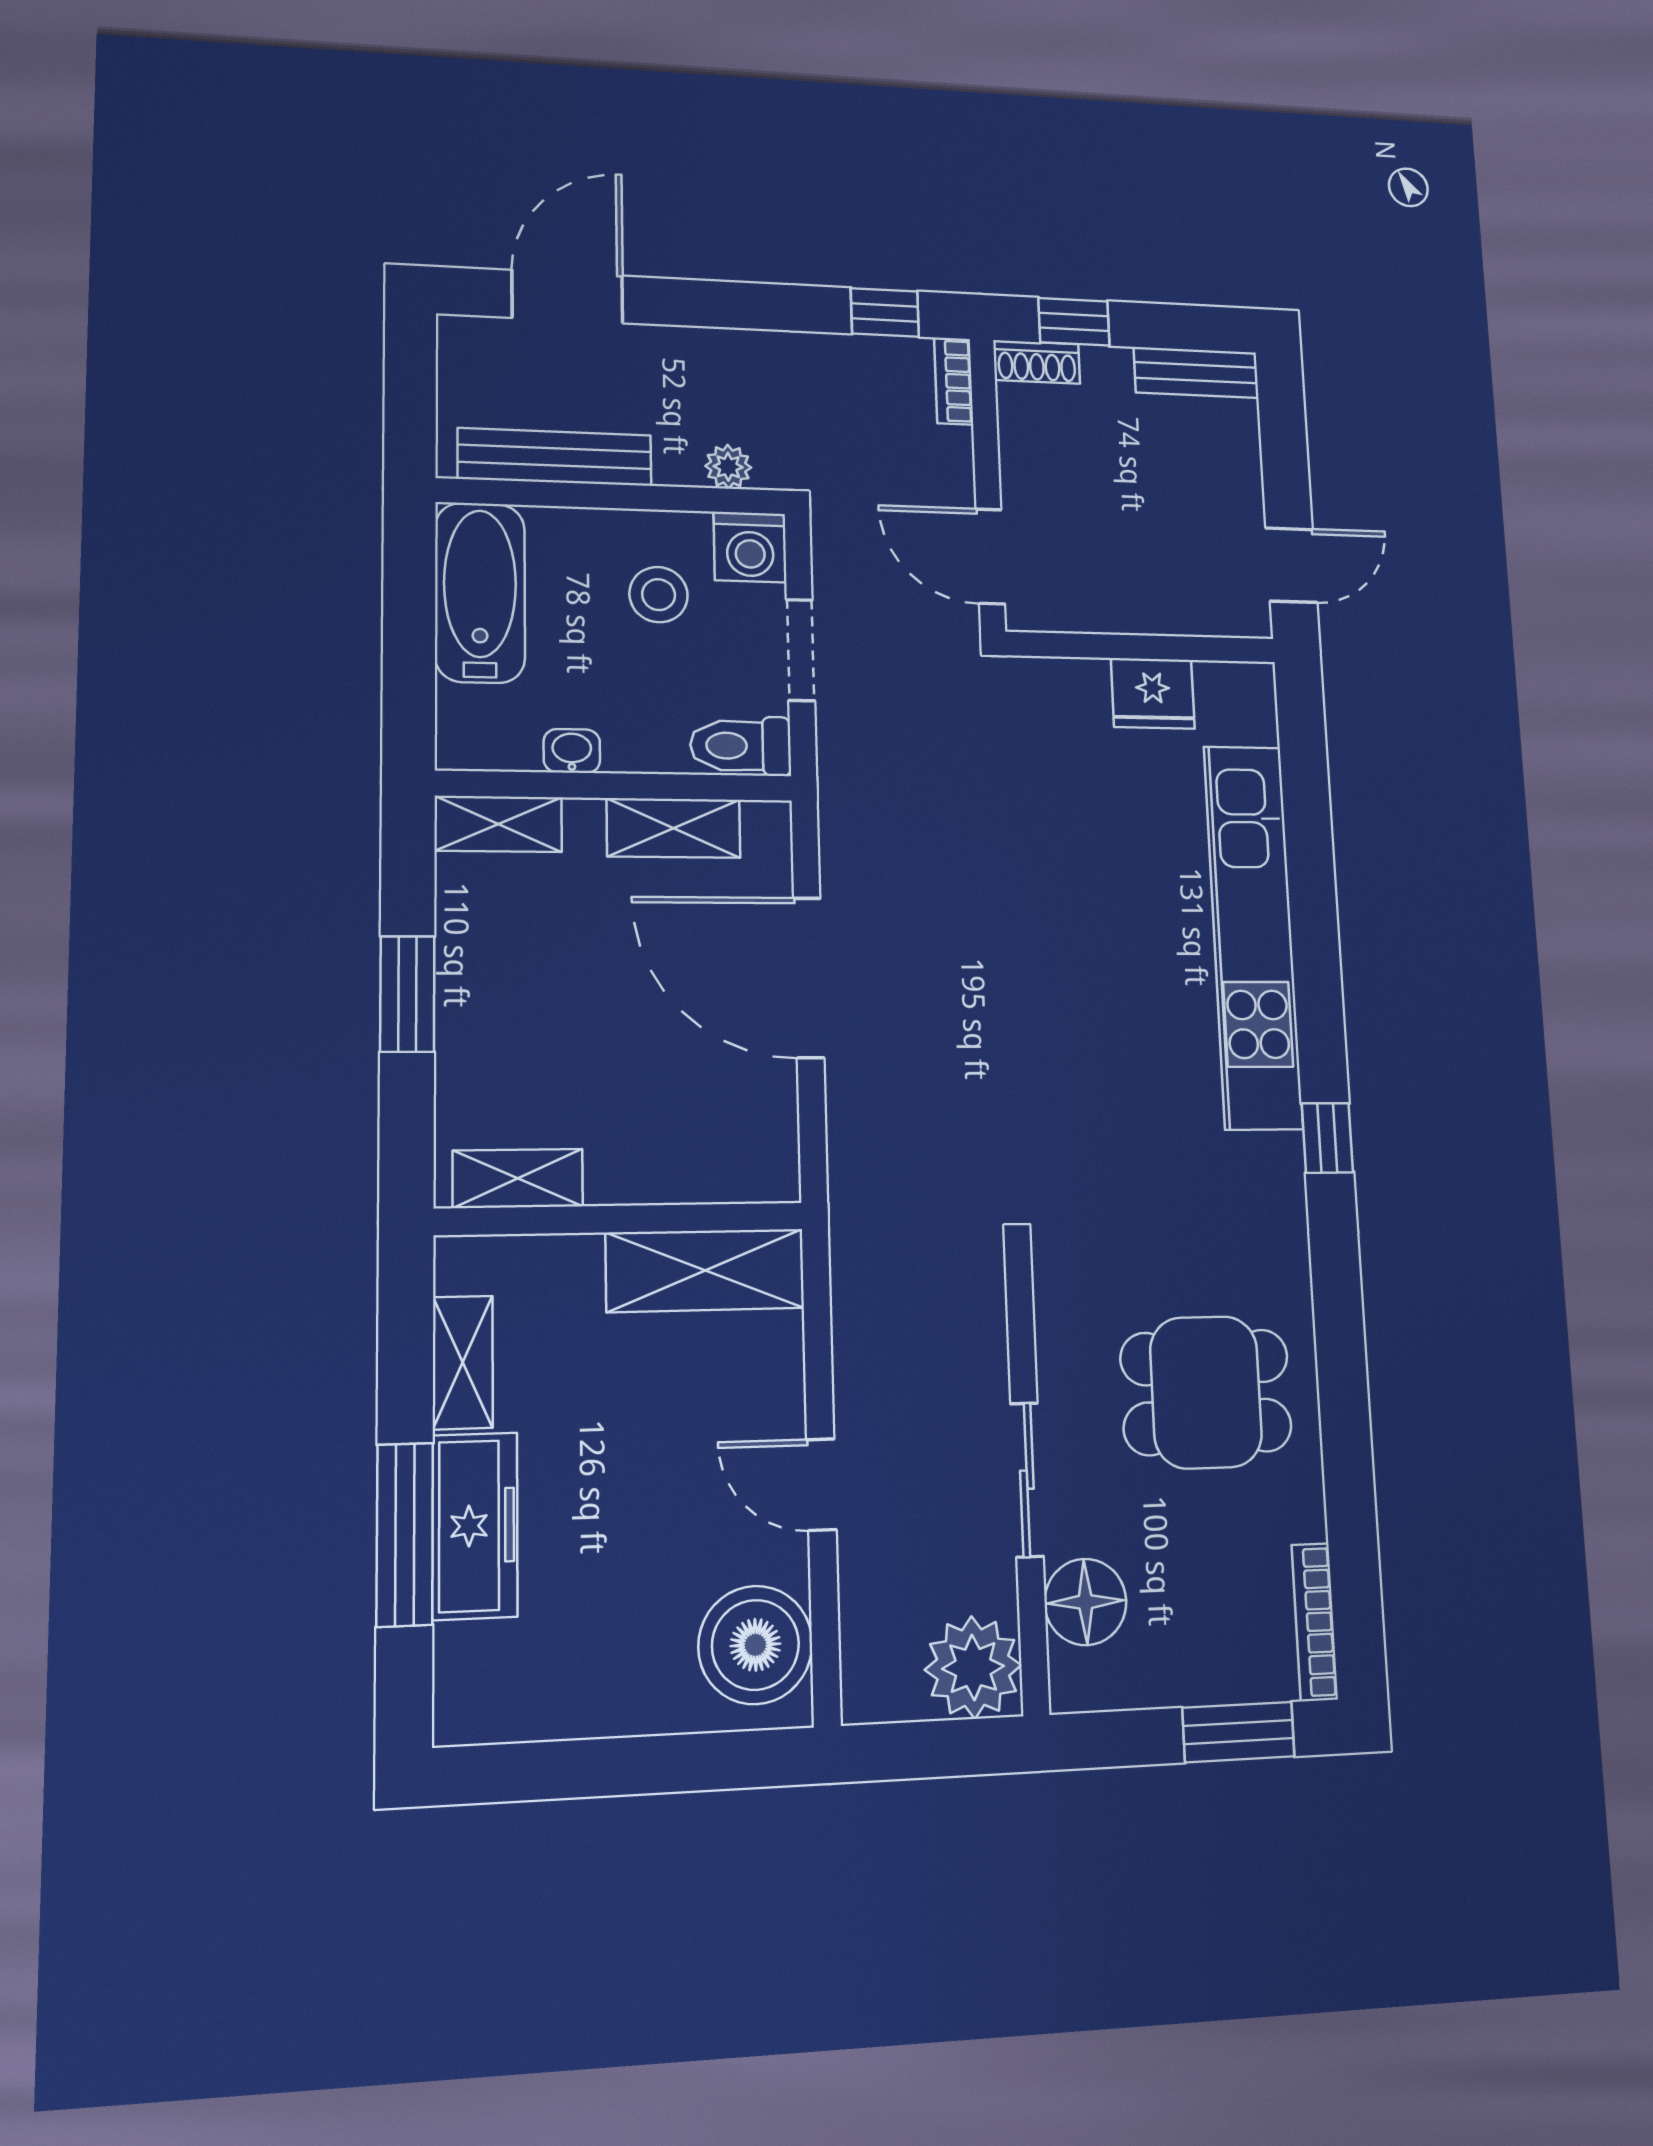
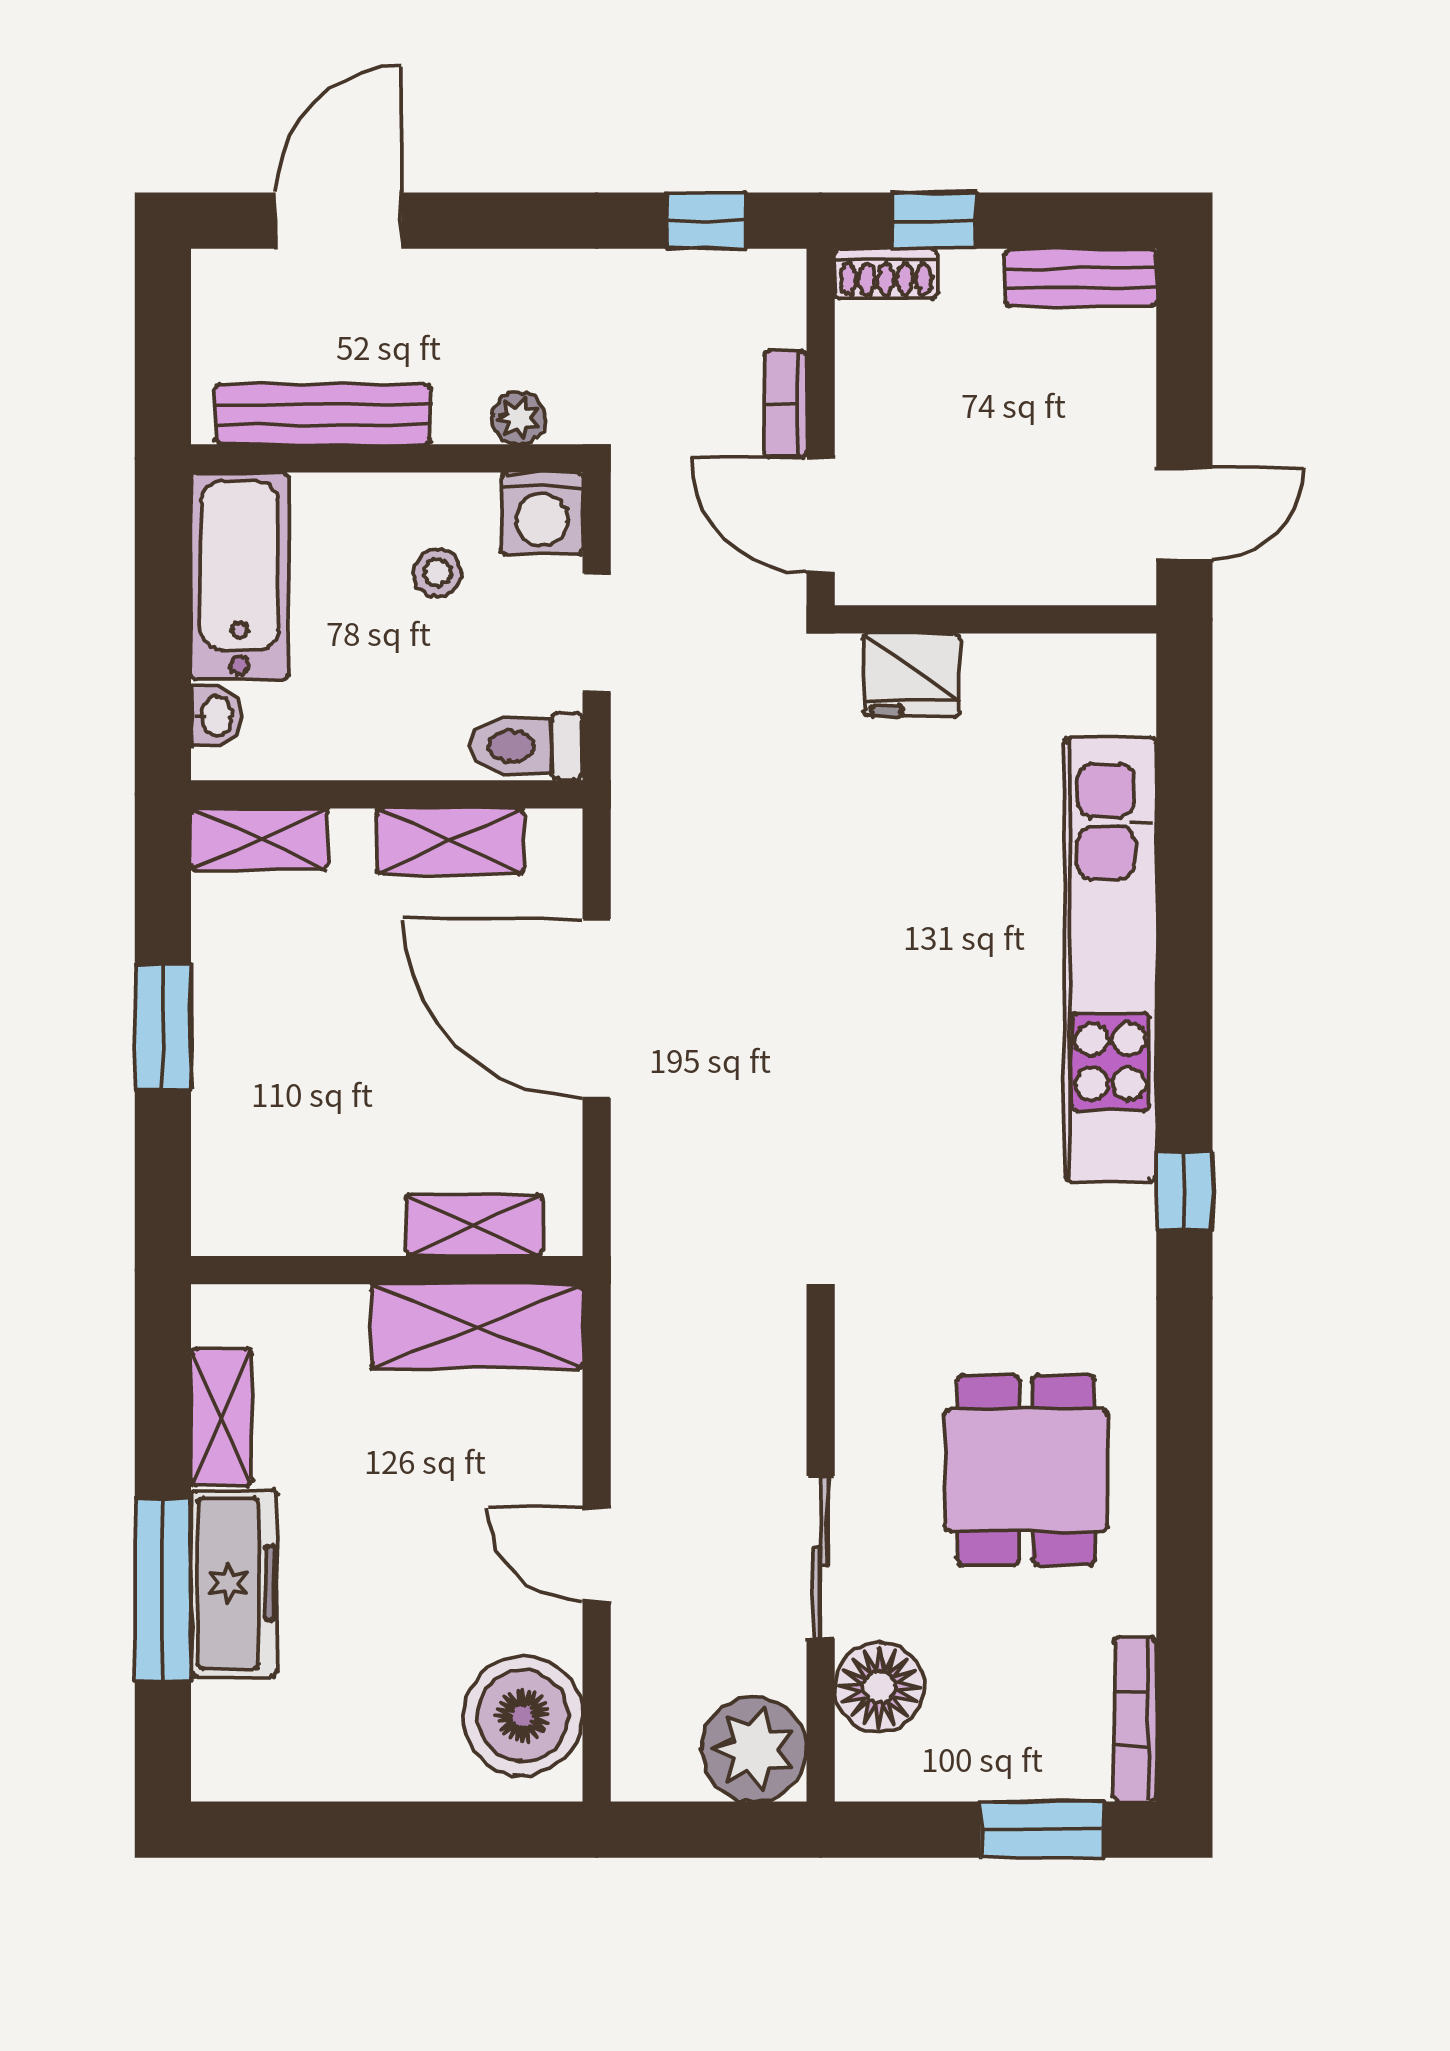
bookcase: (954, 381) -> (785, 404), moved
stool: (659, 595) -> (437, 573), width x0.73, depth x0.73
fridge: (1153, 693) -> (911, 675), moved
washbasin: (572, 751) -> (216, 716), moved, turned 90
shelving: (518, 1178) -> (474, 1225), moved
dining table: (1206, 1392) -> (1026, 1470), turned 90

